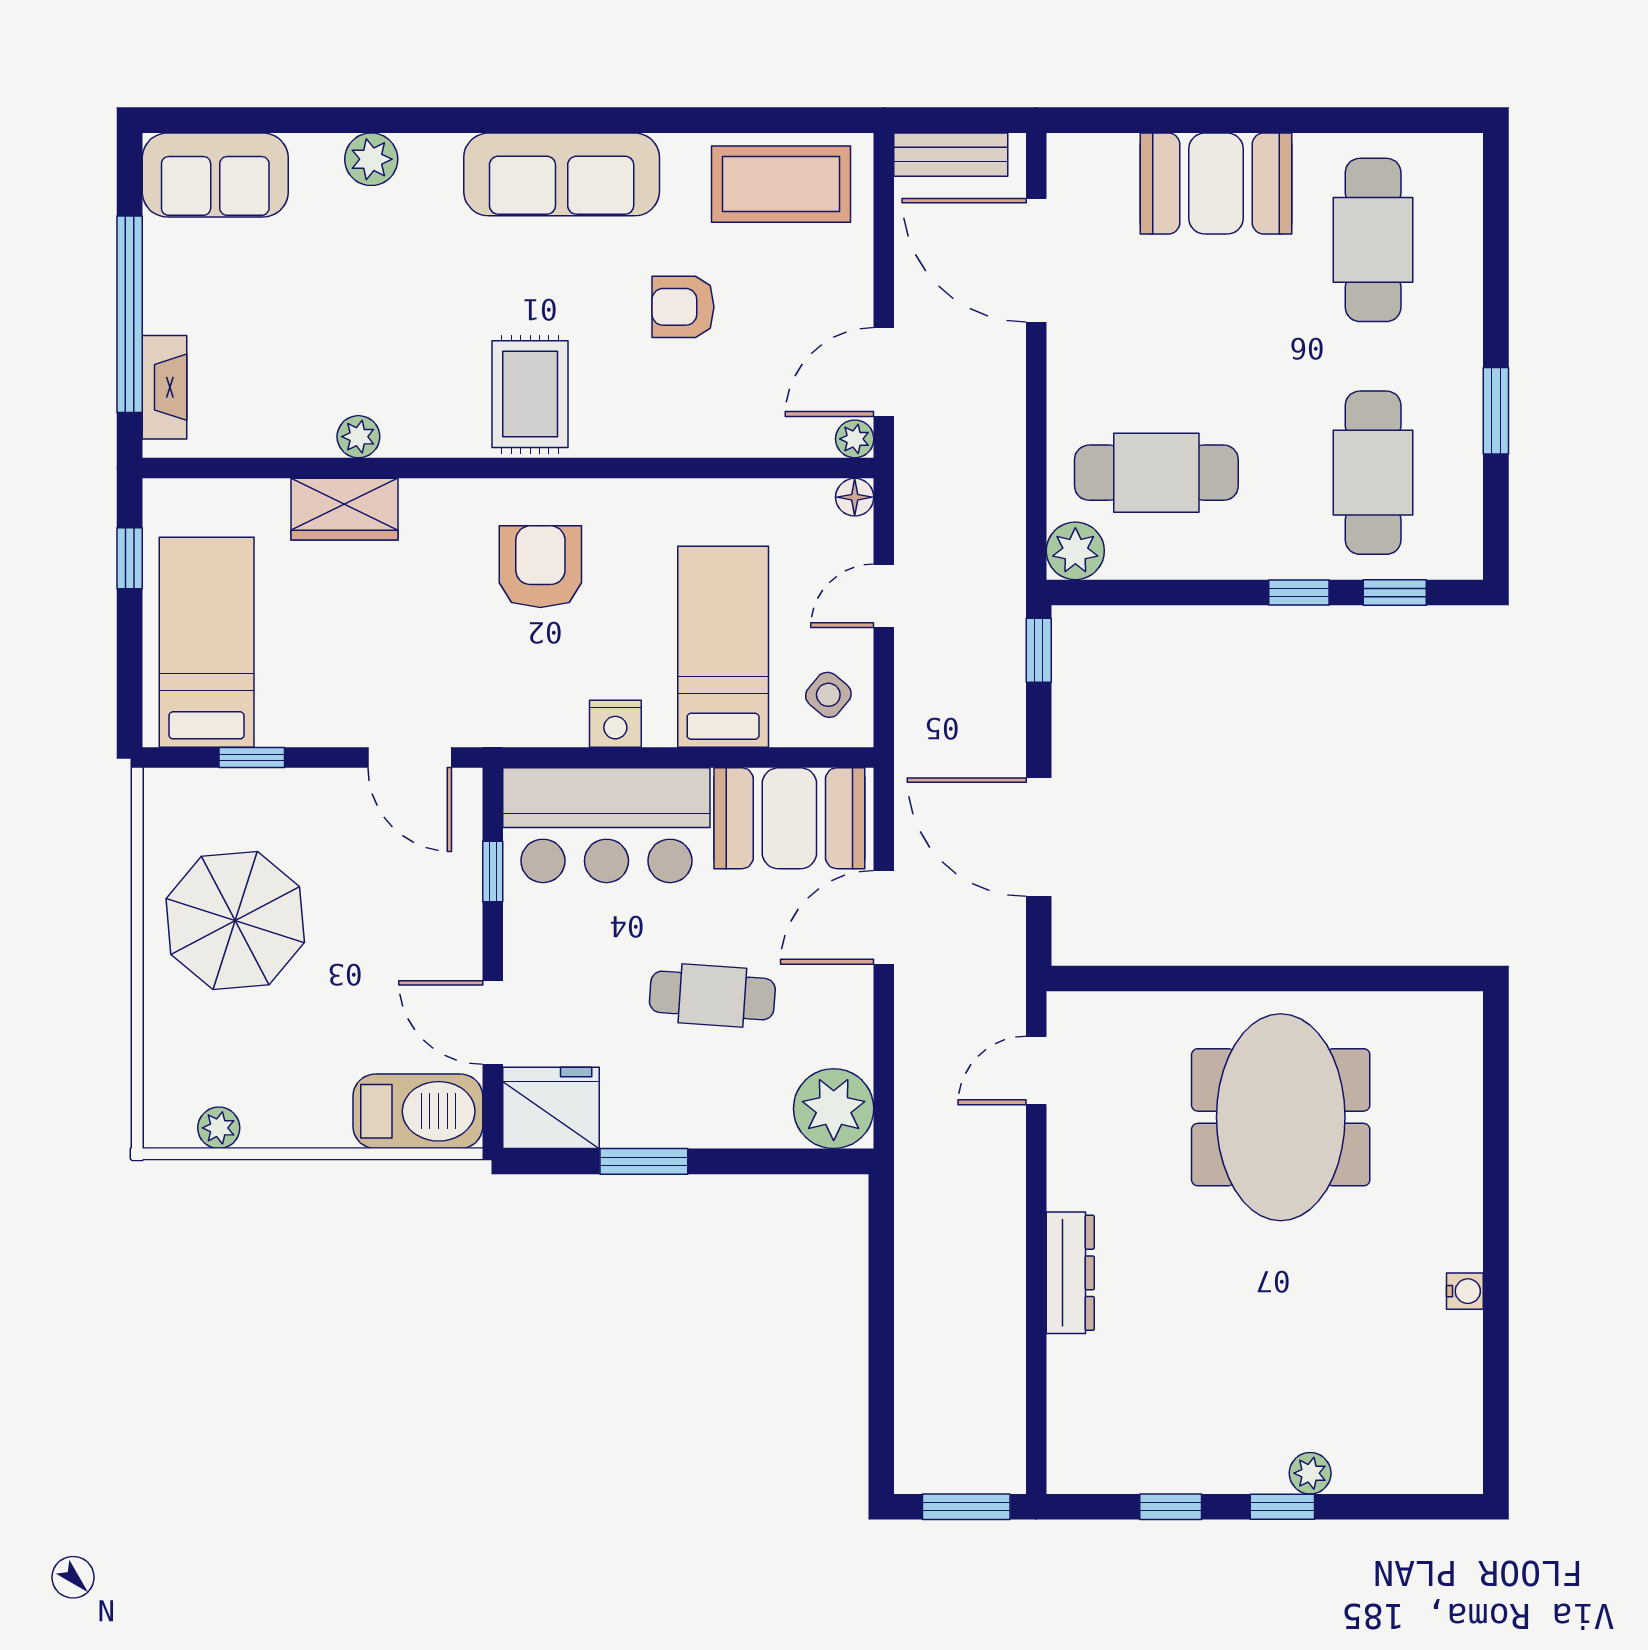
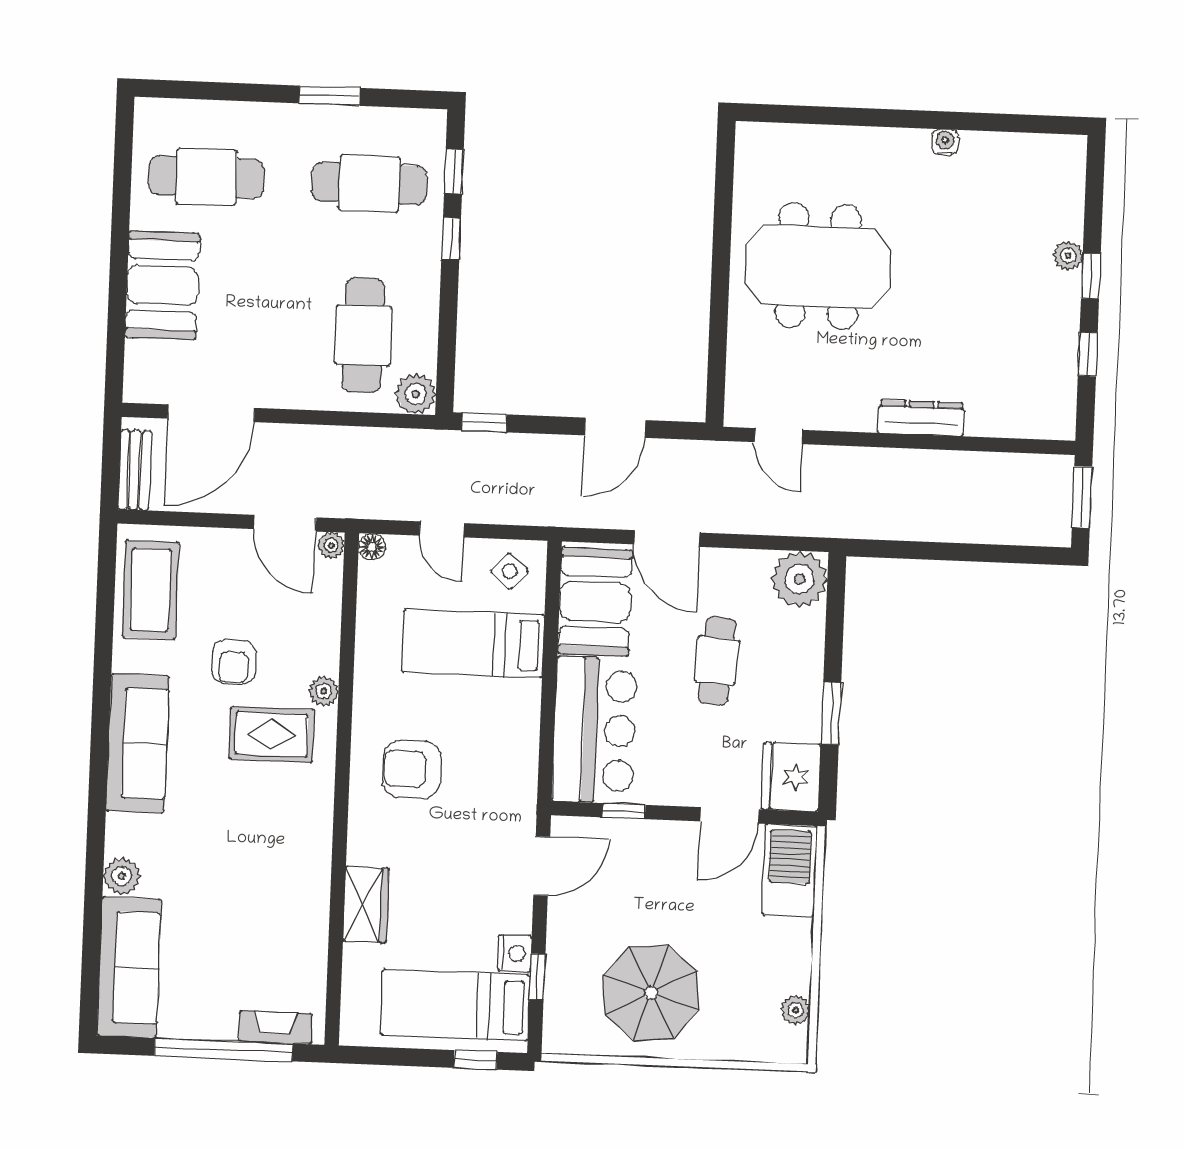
sofa: (215, 175) -> (129, 967), width x1.36
rug: (530, 394) -> (272, 734), moved
plant: (358, 437) -> (324, 691), moved
window: (130, 558) -> (476, 1060), moved
nightstand: (615, 724) -> (515, 953), moved
door: (1039, 837) -> (615, 428), width x0.73

